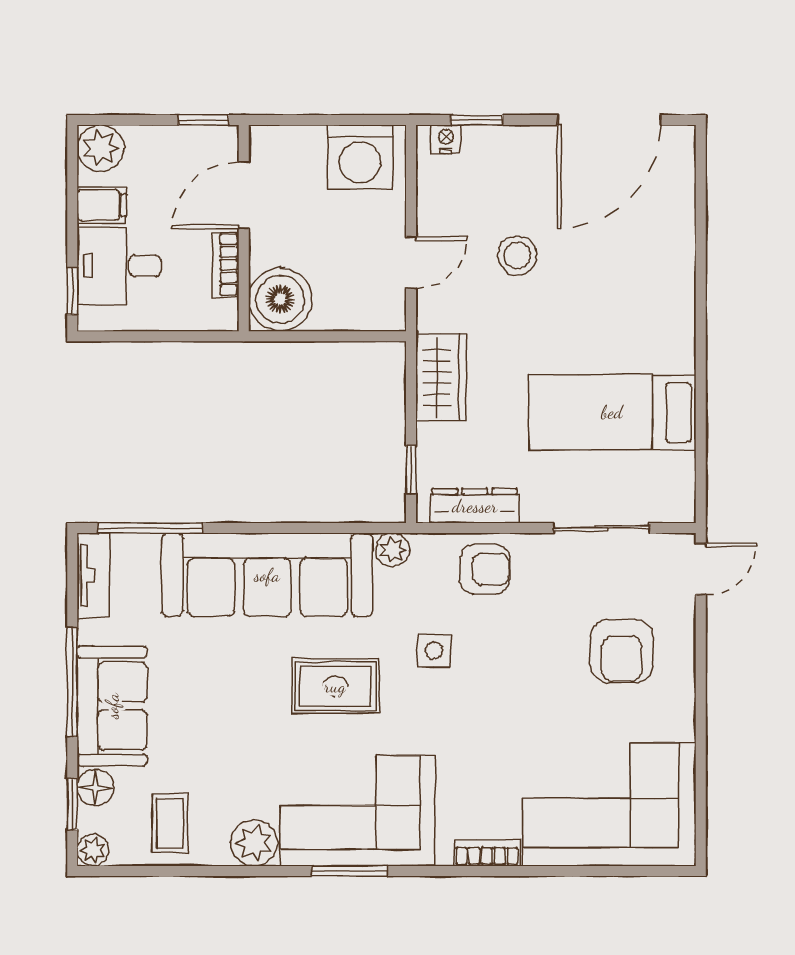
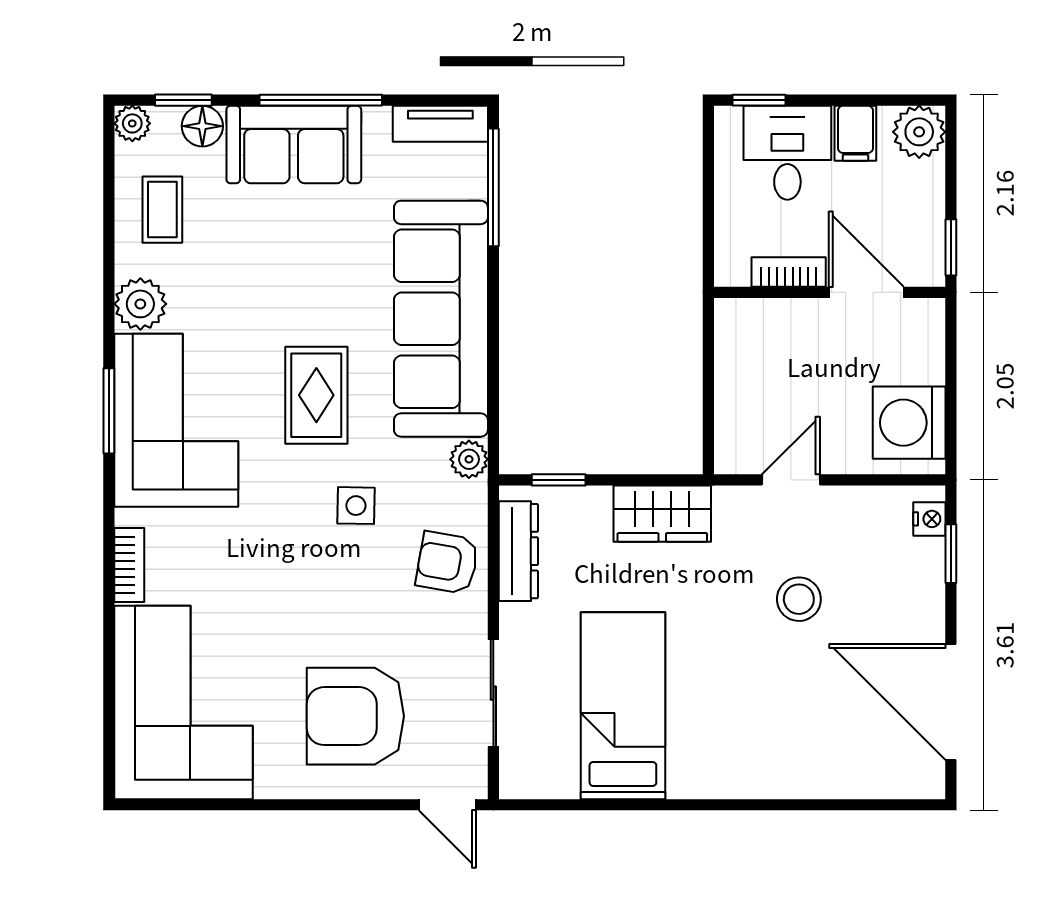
door: (411, 263) -> (791, 480), swing flipped
boiler: (280, 299) -> (750, 333), removed
armchair: (485, 569) -> (447, 563), turned 100
armchair: (622, 651) -> (355, 716), width x1.36, depth x1.36
coffee table: (170, 823) -> (162, 210), turned 90

